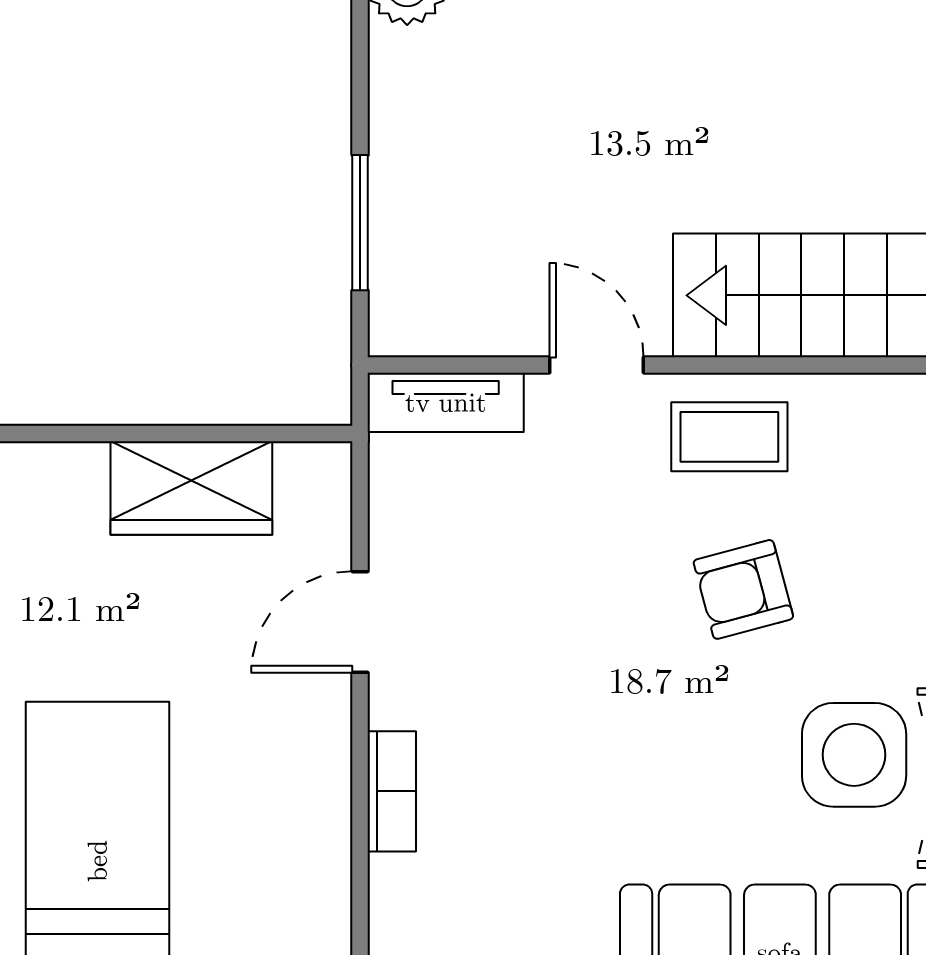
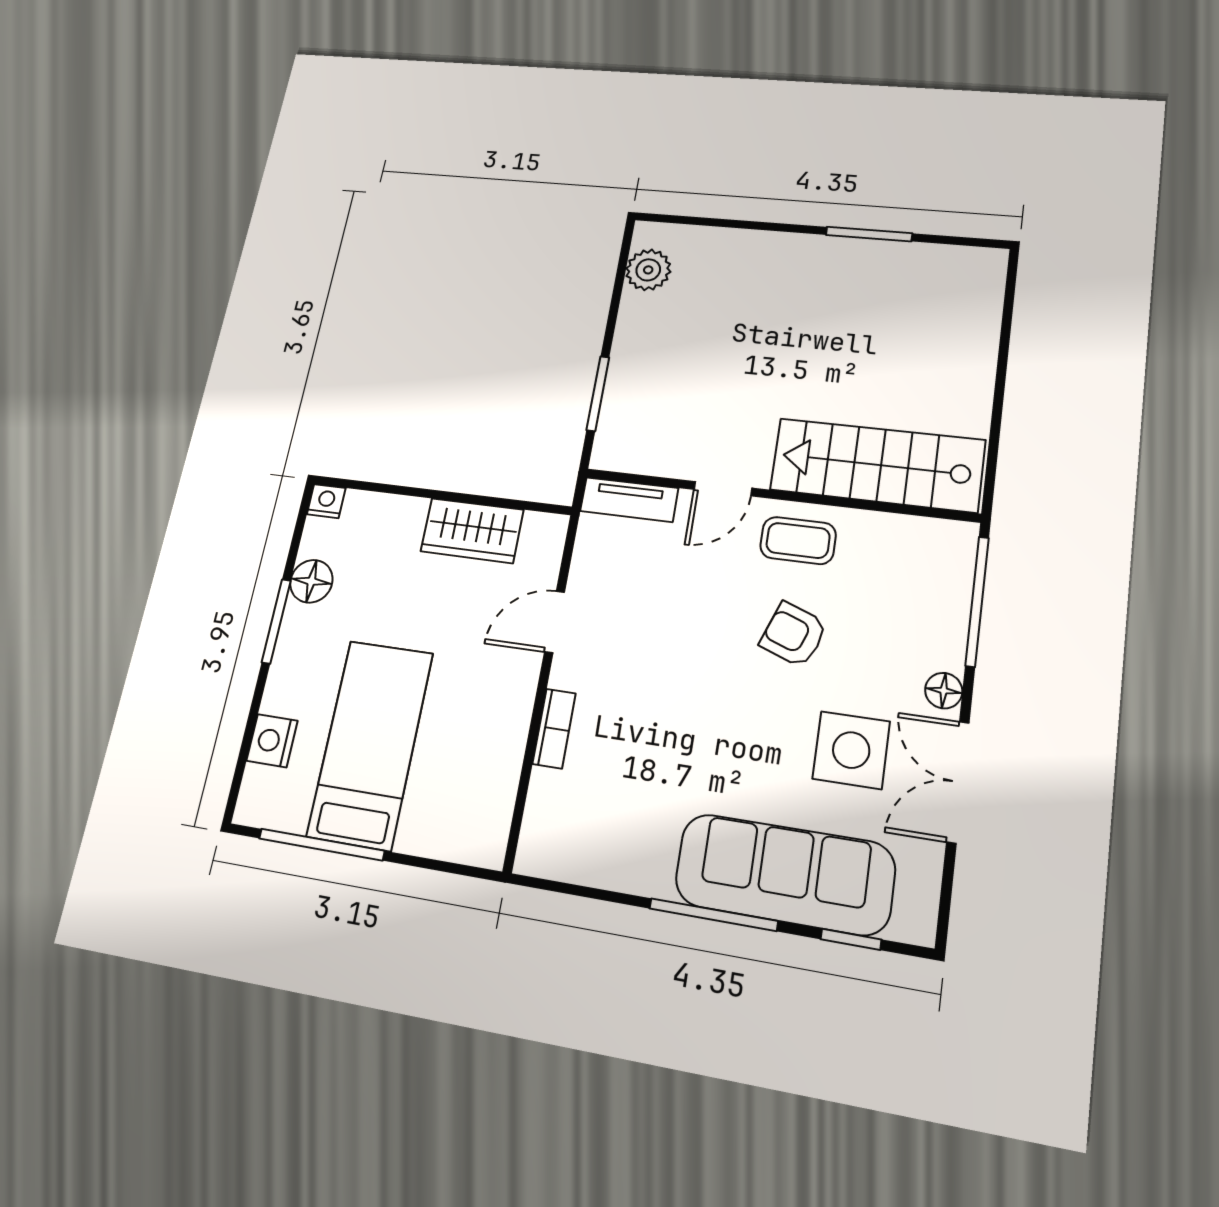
door: (597, 365) -> (723, 489), swing flipped
armchair: (743, 589) -> (794, 634), turned 35

